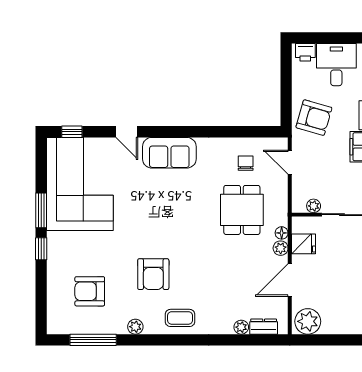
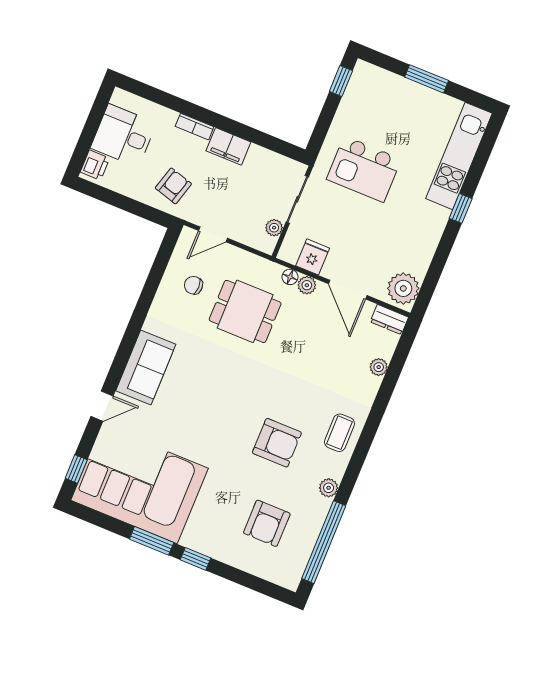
armchair: (314, 118) -> (173, 186), width x0.72, depth x0.72
dresser: (264, 327) -> (389, 320), moved, turned -90
window: (93, 340) -> (324, 542), width x1.46

